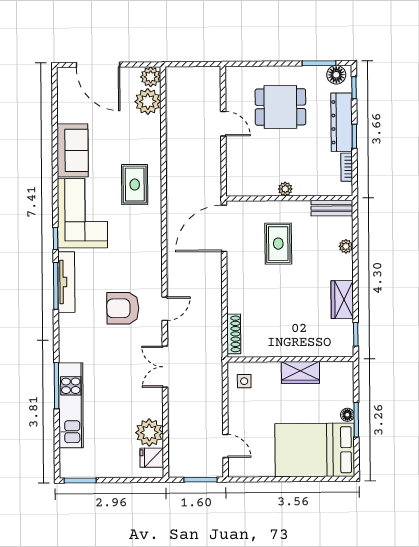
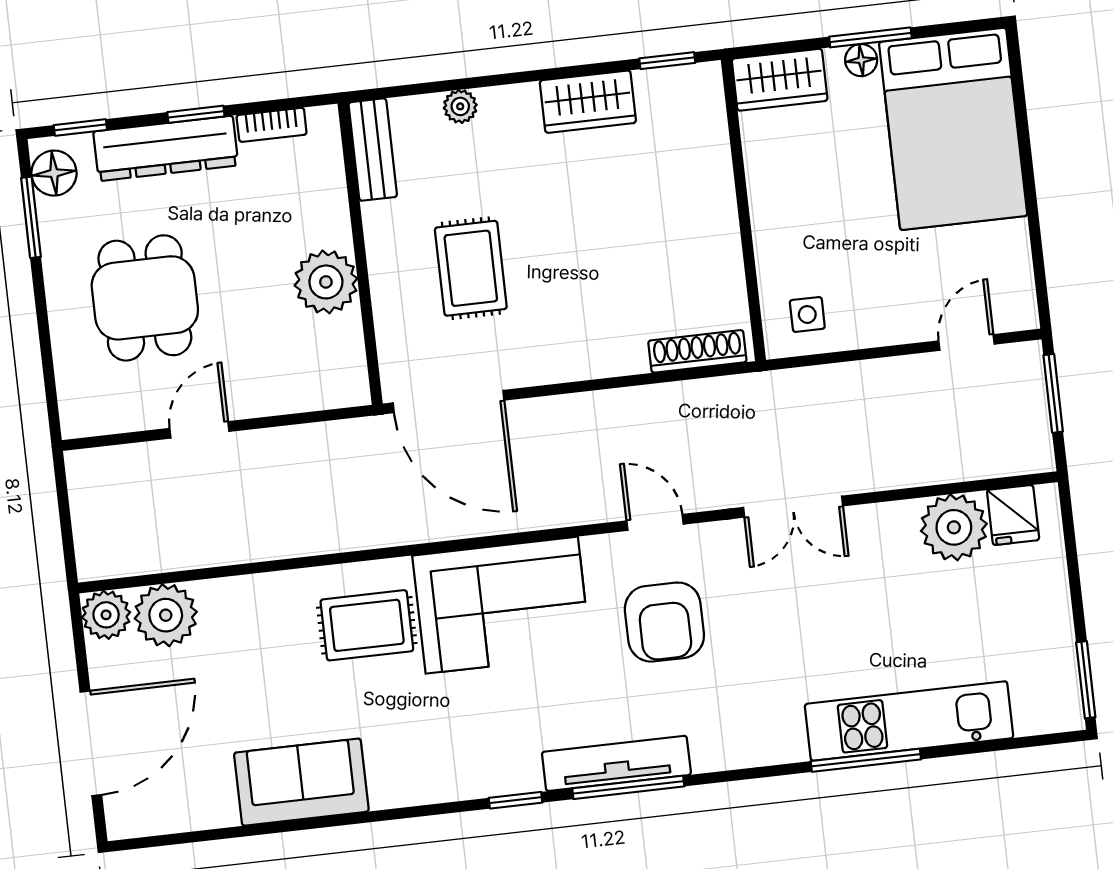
plant: (285, 189) -> (326, 282), width x1.88, depth x1.88
corner sofa: (82, 213) -> (502, 605), moved, turned 180
rug: (278, 244) -> (471, 268), turned 90
wardrobe: (300, 372) -> (780, 80), moved, turned 90

